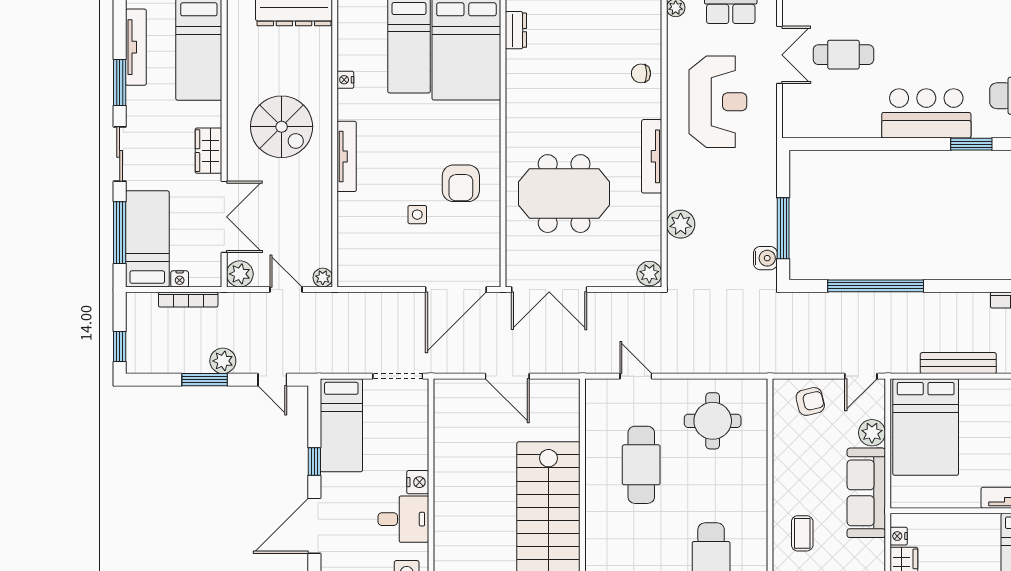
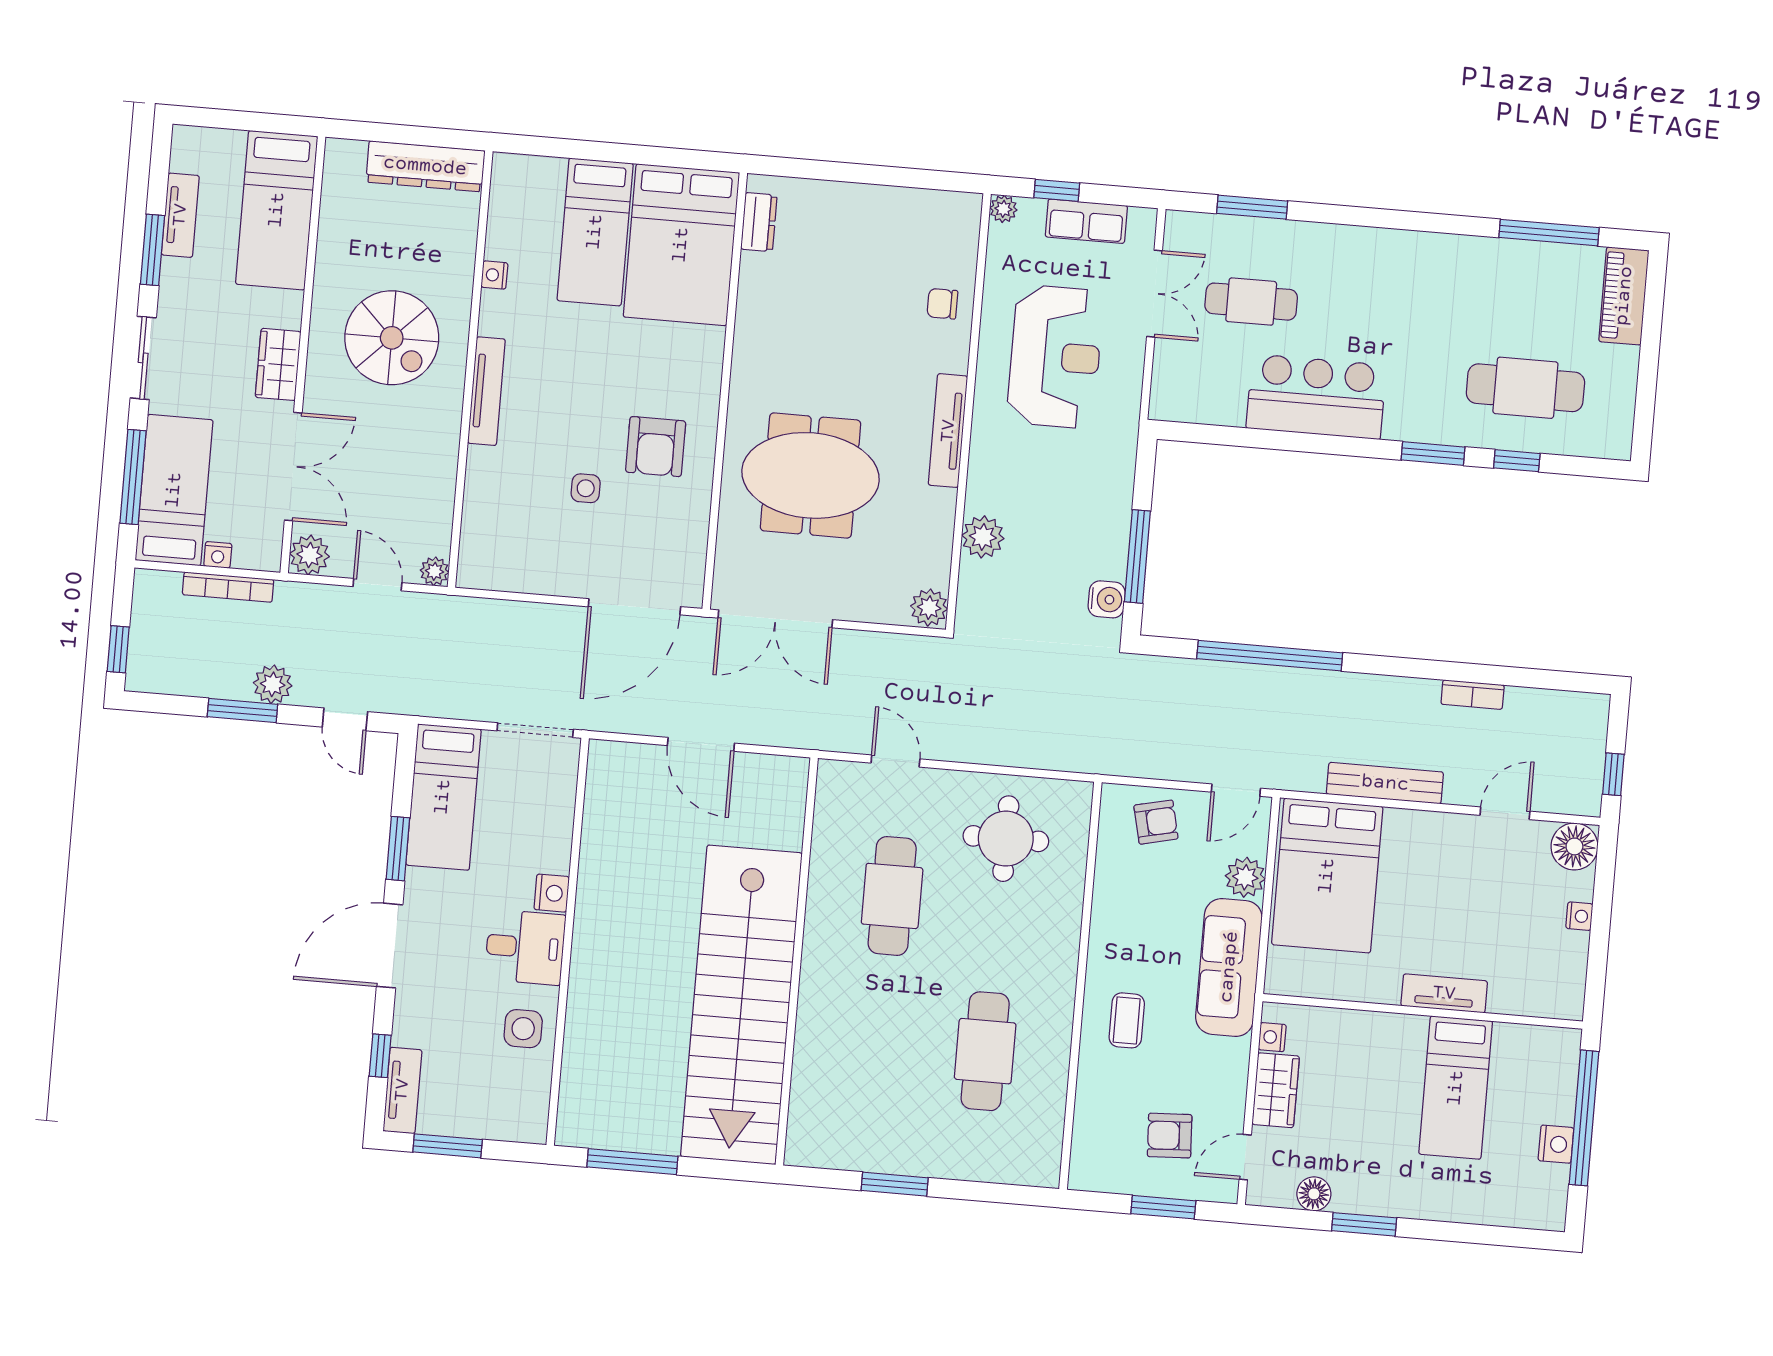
tv unit: (136, 47) -> (180, 215), width x0.71
bar counter: (926, 113) -> (1316, 397), moved
window: (314, 462) -> (398, 849), width x1.50

